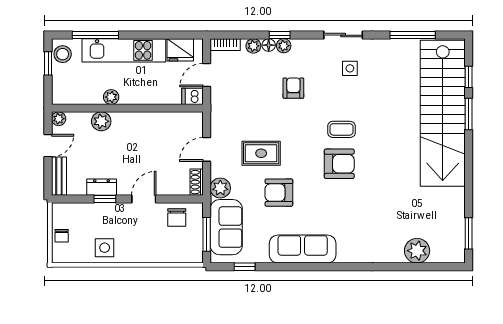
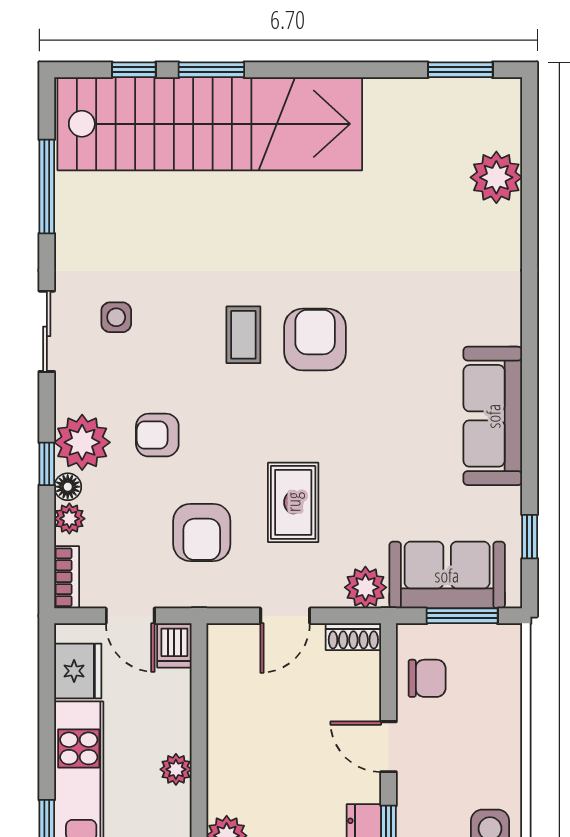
plant: (284, 46) -> (82, 442), width x1.88, depth x1.88
plant: (111, 97) -> (176, 769), moved
door: (207, 149) -> (285, 616), hinge flipped
armchair: (279, 193) -> (202, 532), moved

